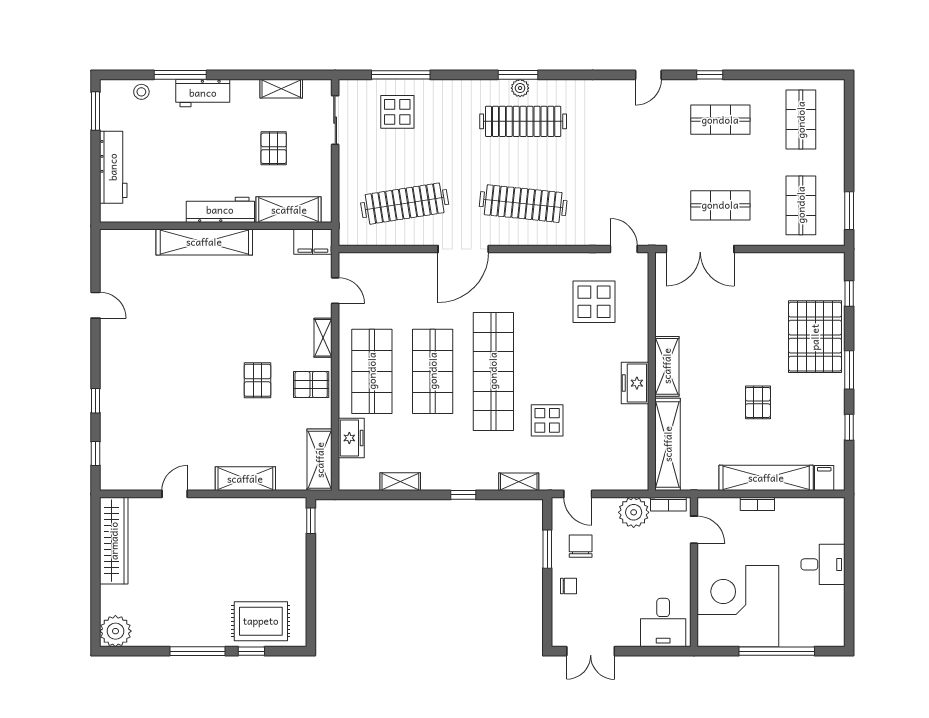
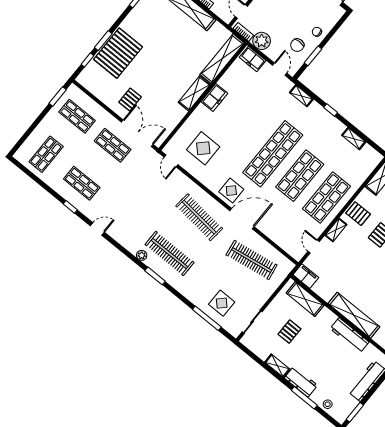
plant: (520, 88) -> (142, 255), moved
shelving: (281, 89) -> (277, 366), moved
shop shelf: (801, 205) -> (77, 116), turned 90
workbench: (220, 210) -> (349, 335), moved
window: (849, 370) -> (103, 41), moved
pallet: (758, 402) -> (130, 100), moved
display table: (547, 420) -> (231, 191), moved
freezer: (351, 438) -> (253, 59), moved, turned -90

